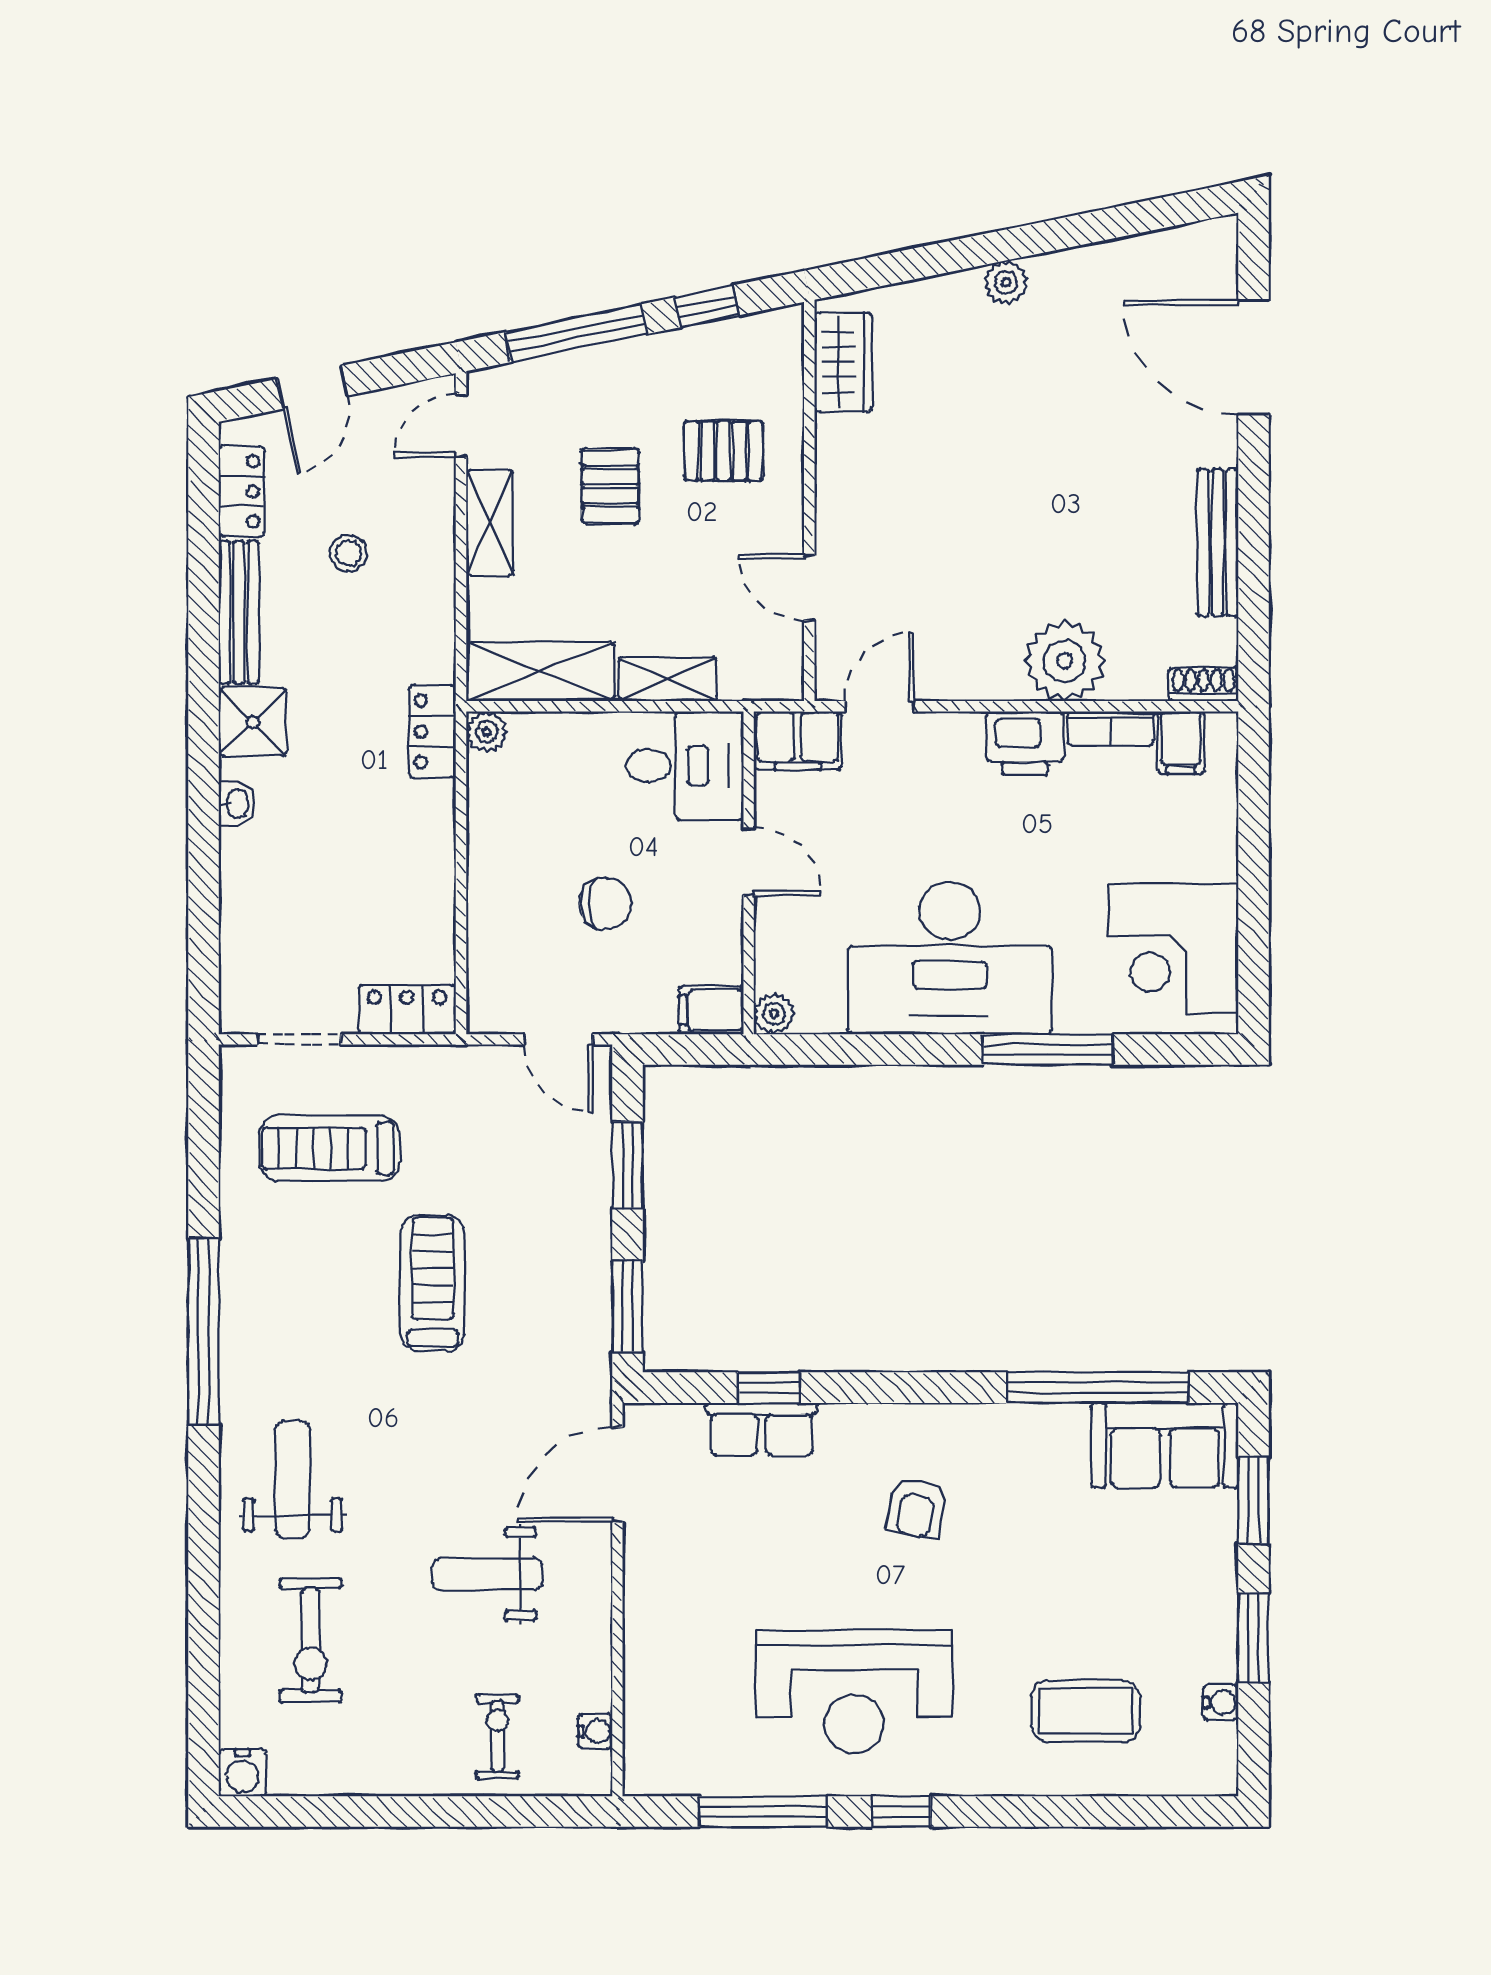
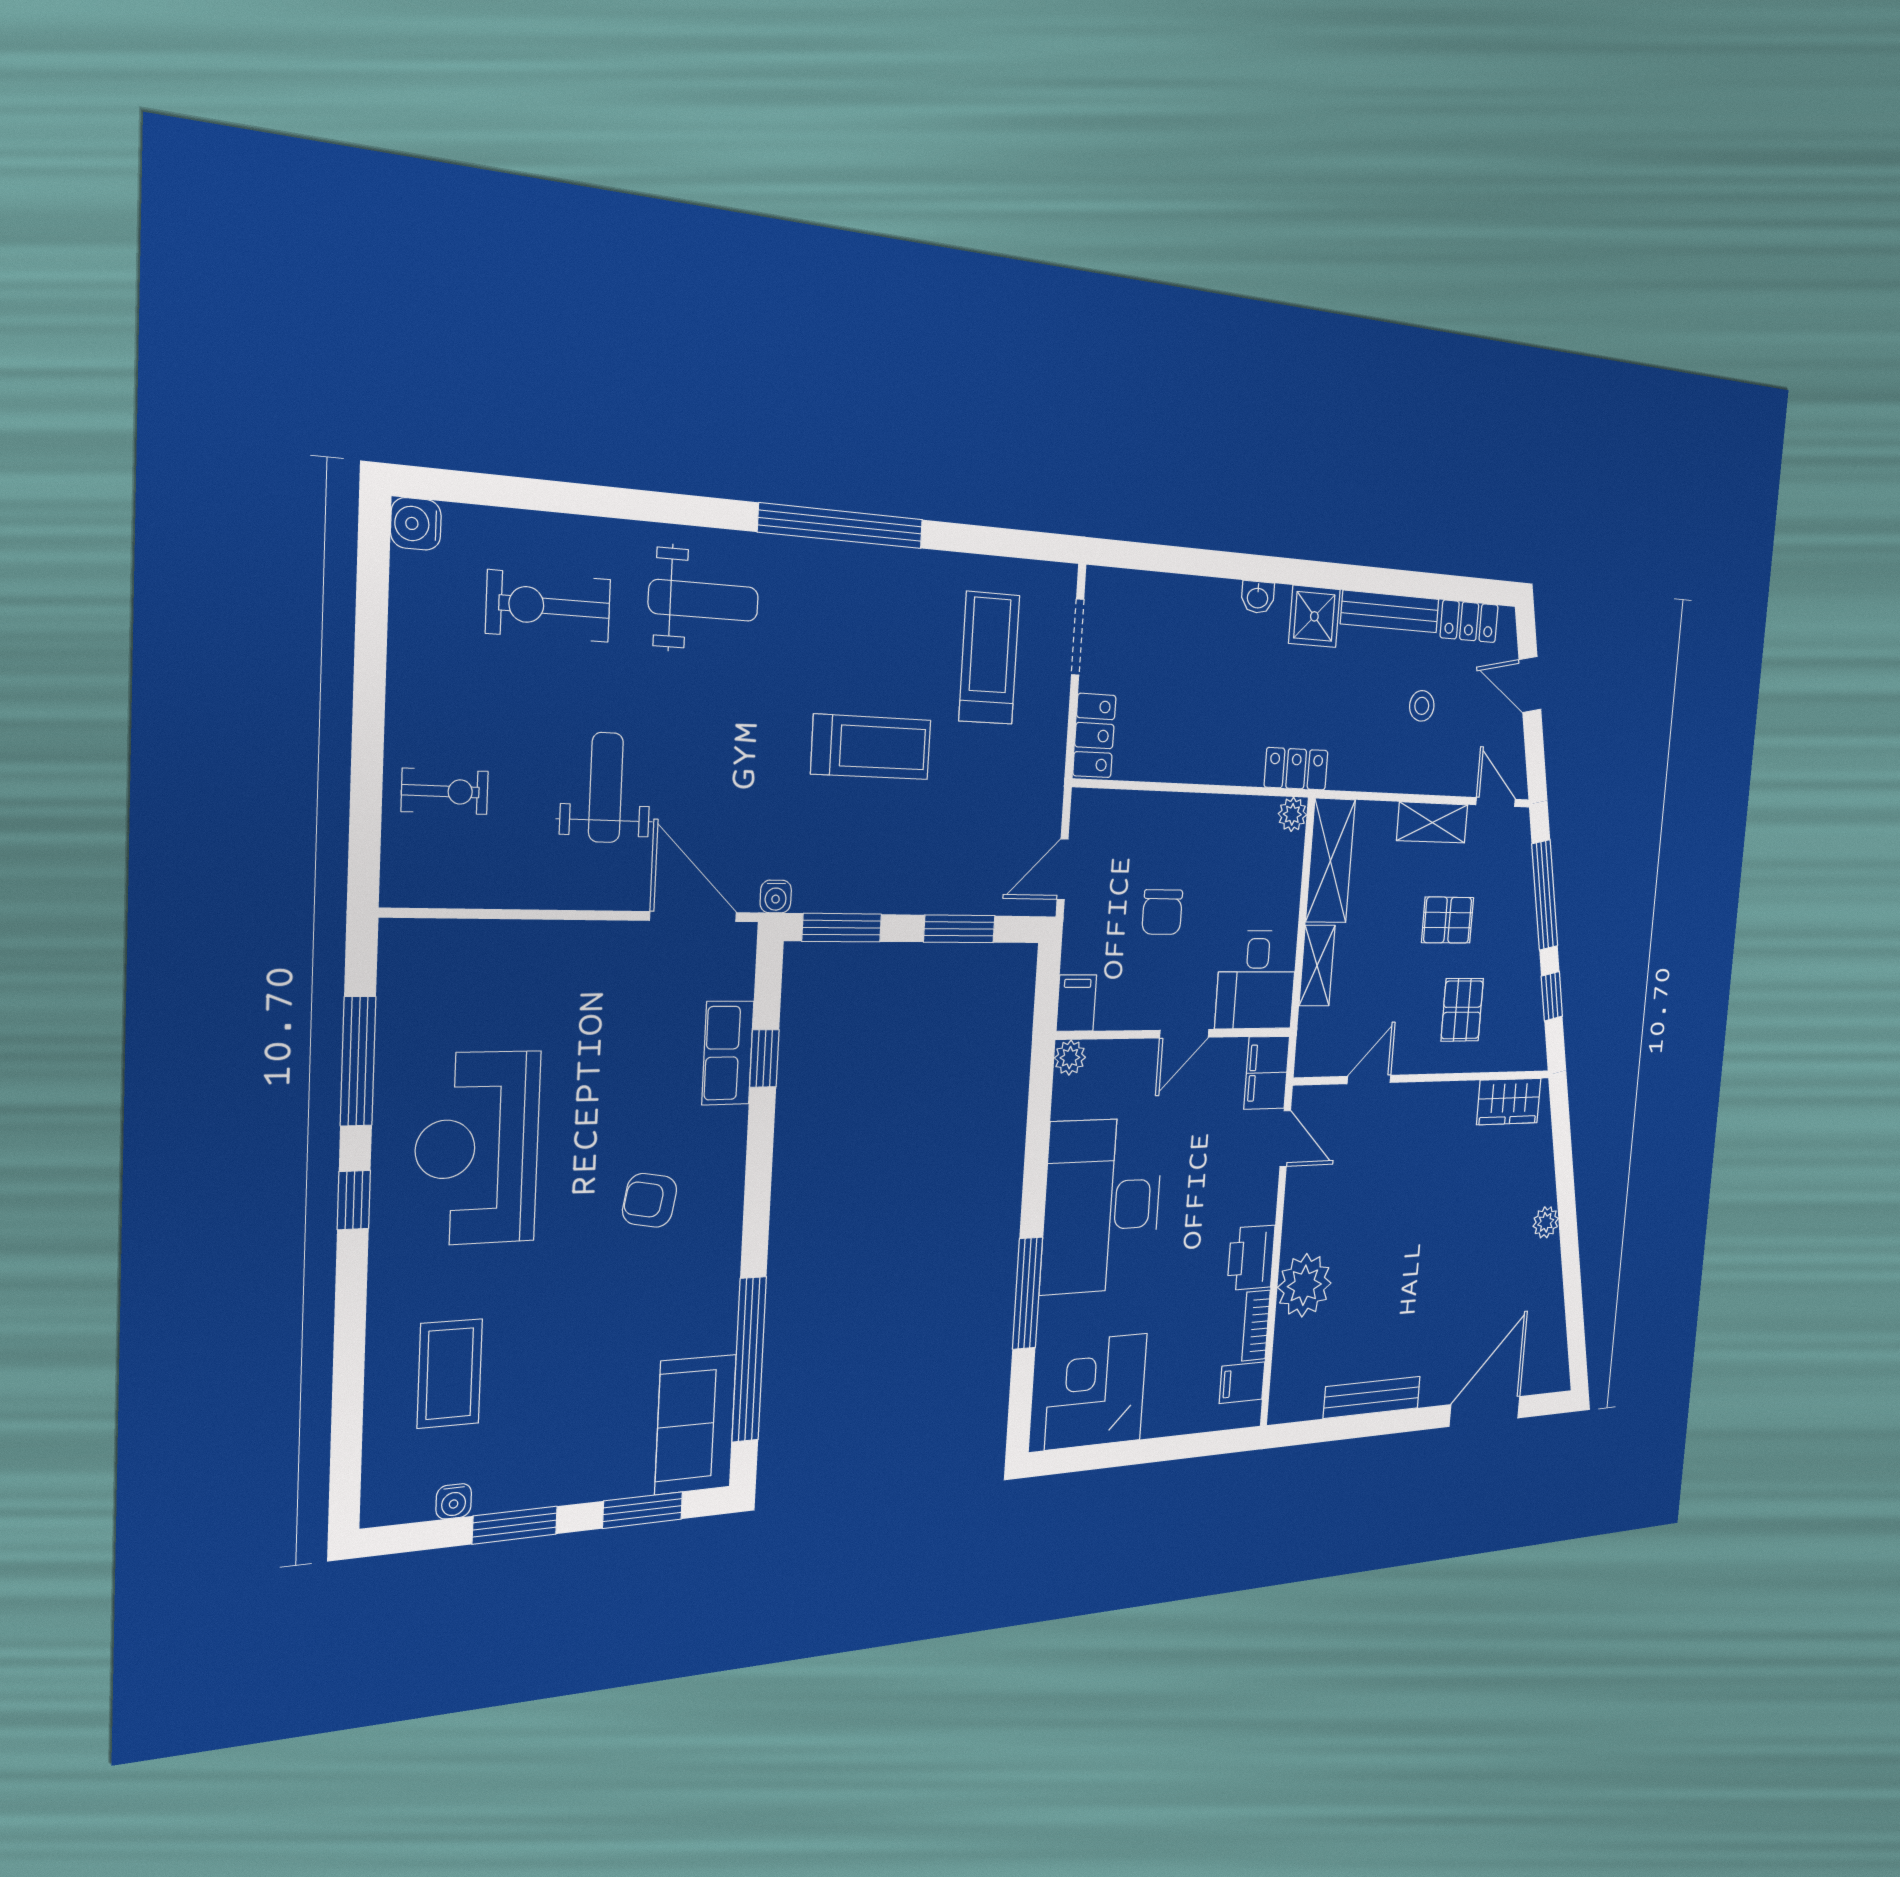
shoe rack: (1204, 684) -> (1280, 1396), removed
water cooler: (595, 1731) -> (776, 896), moved

